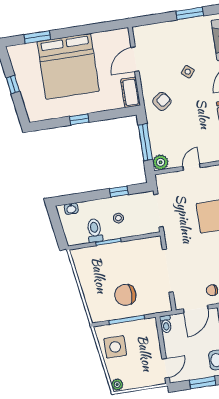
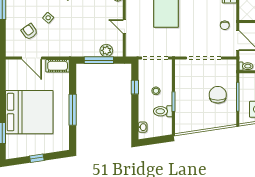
armchair: (162, 101) -> (29, 32), moved
window: (79, 119) -> (73, 110), width x2.17
plant: (161, 162) -> (106, 50), moved
chair: (125, 295) -> (218, 95), turned 180

